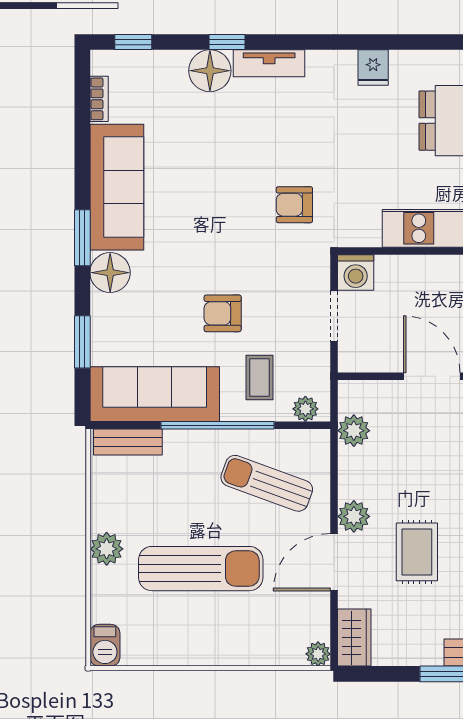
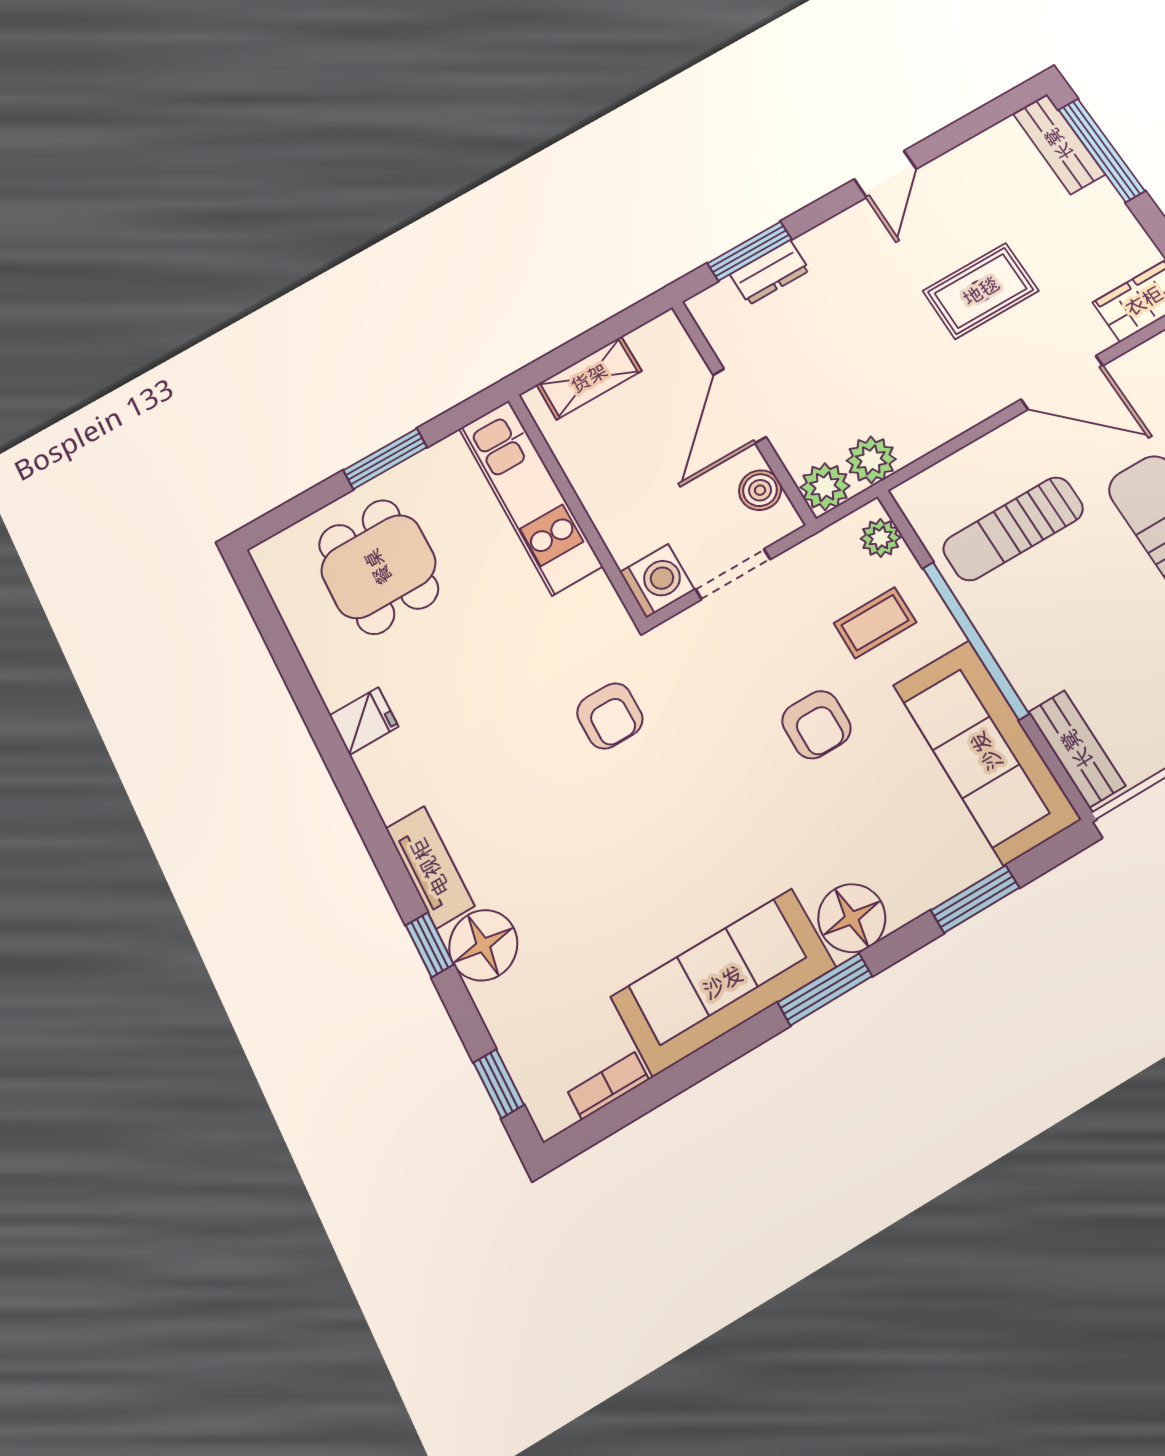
boiler: (374, 359) -> (760, 490), added
sun lounger: (267, 483) -> (1013, 529), turned 70
plant: (354, 516) -> (825, 487), moved

